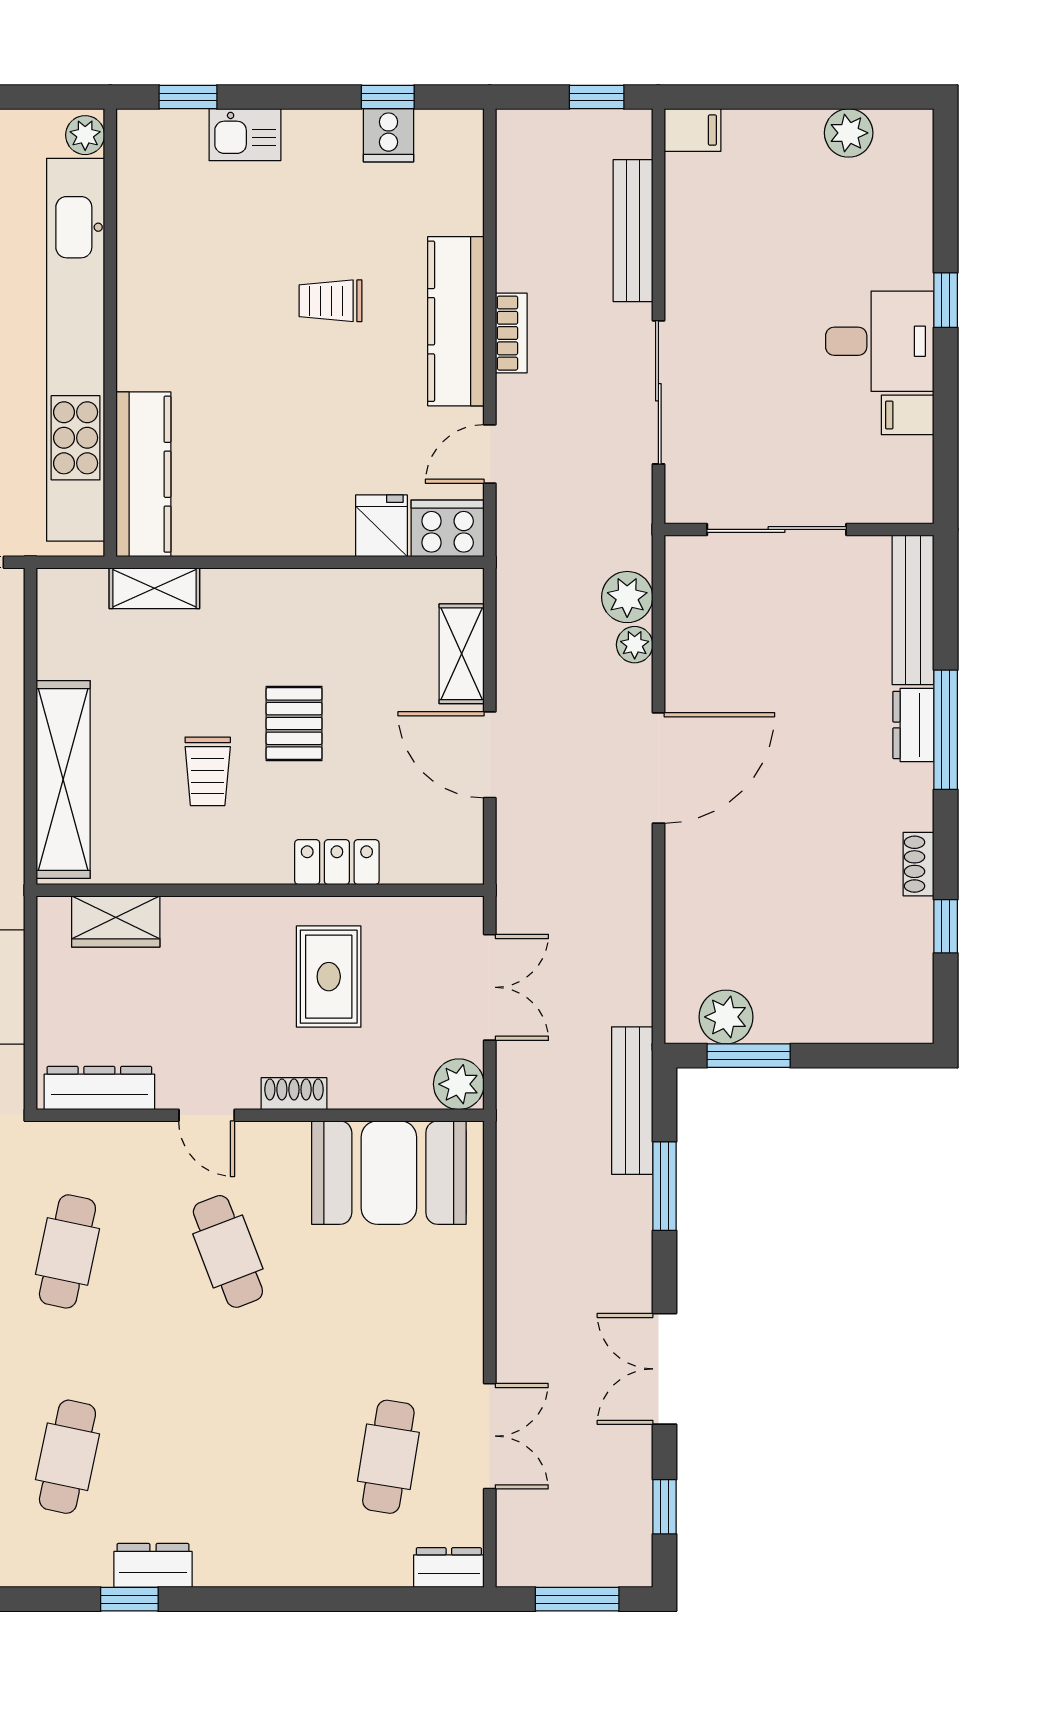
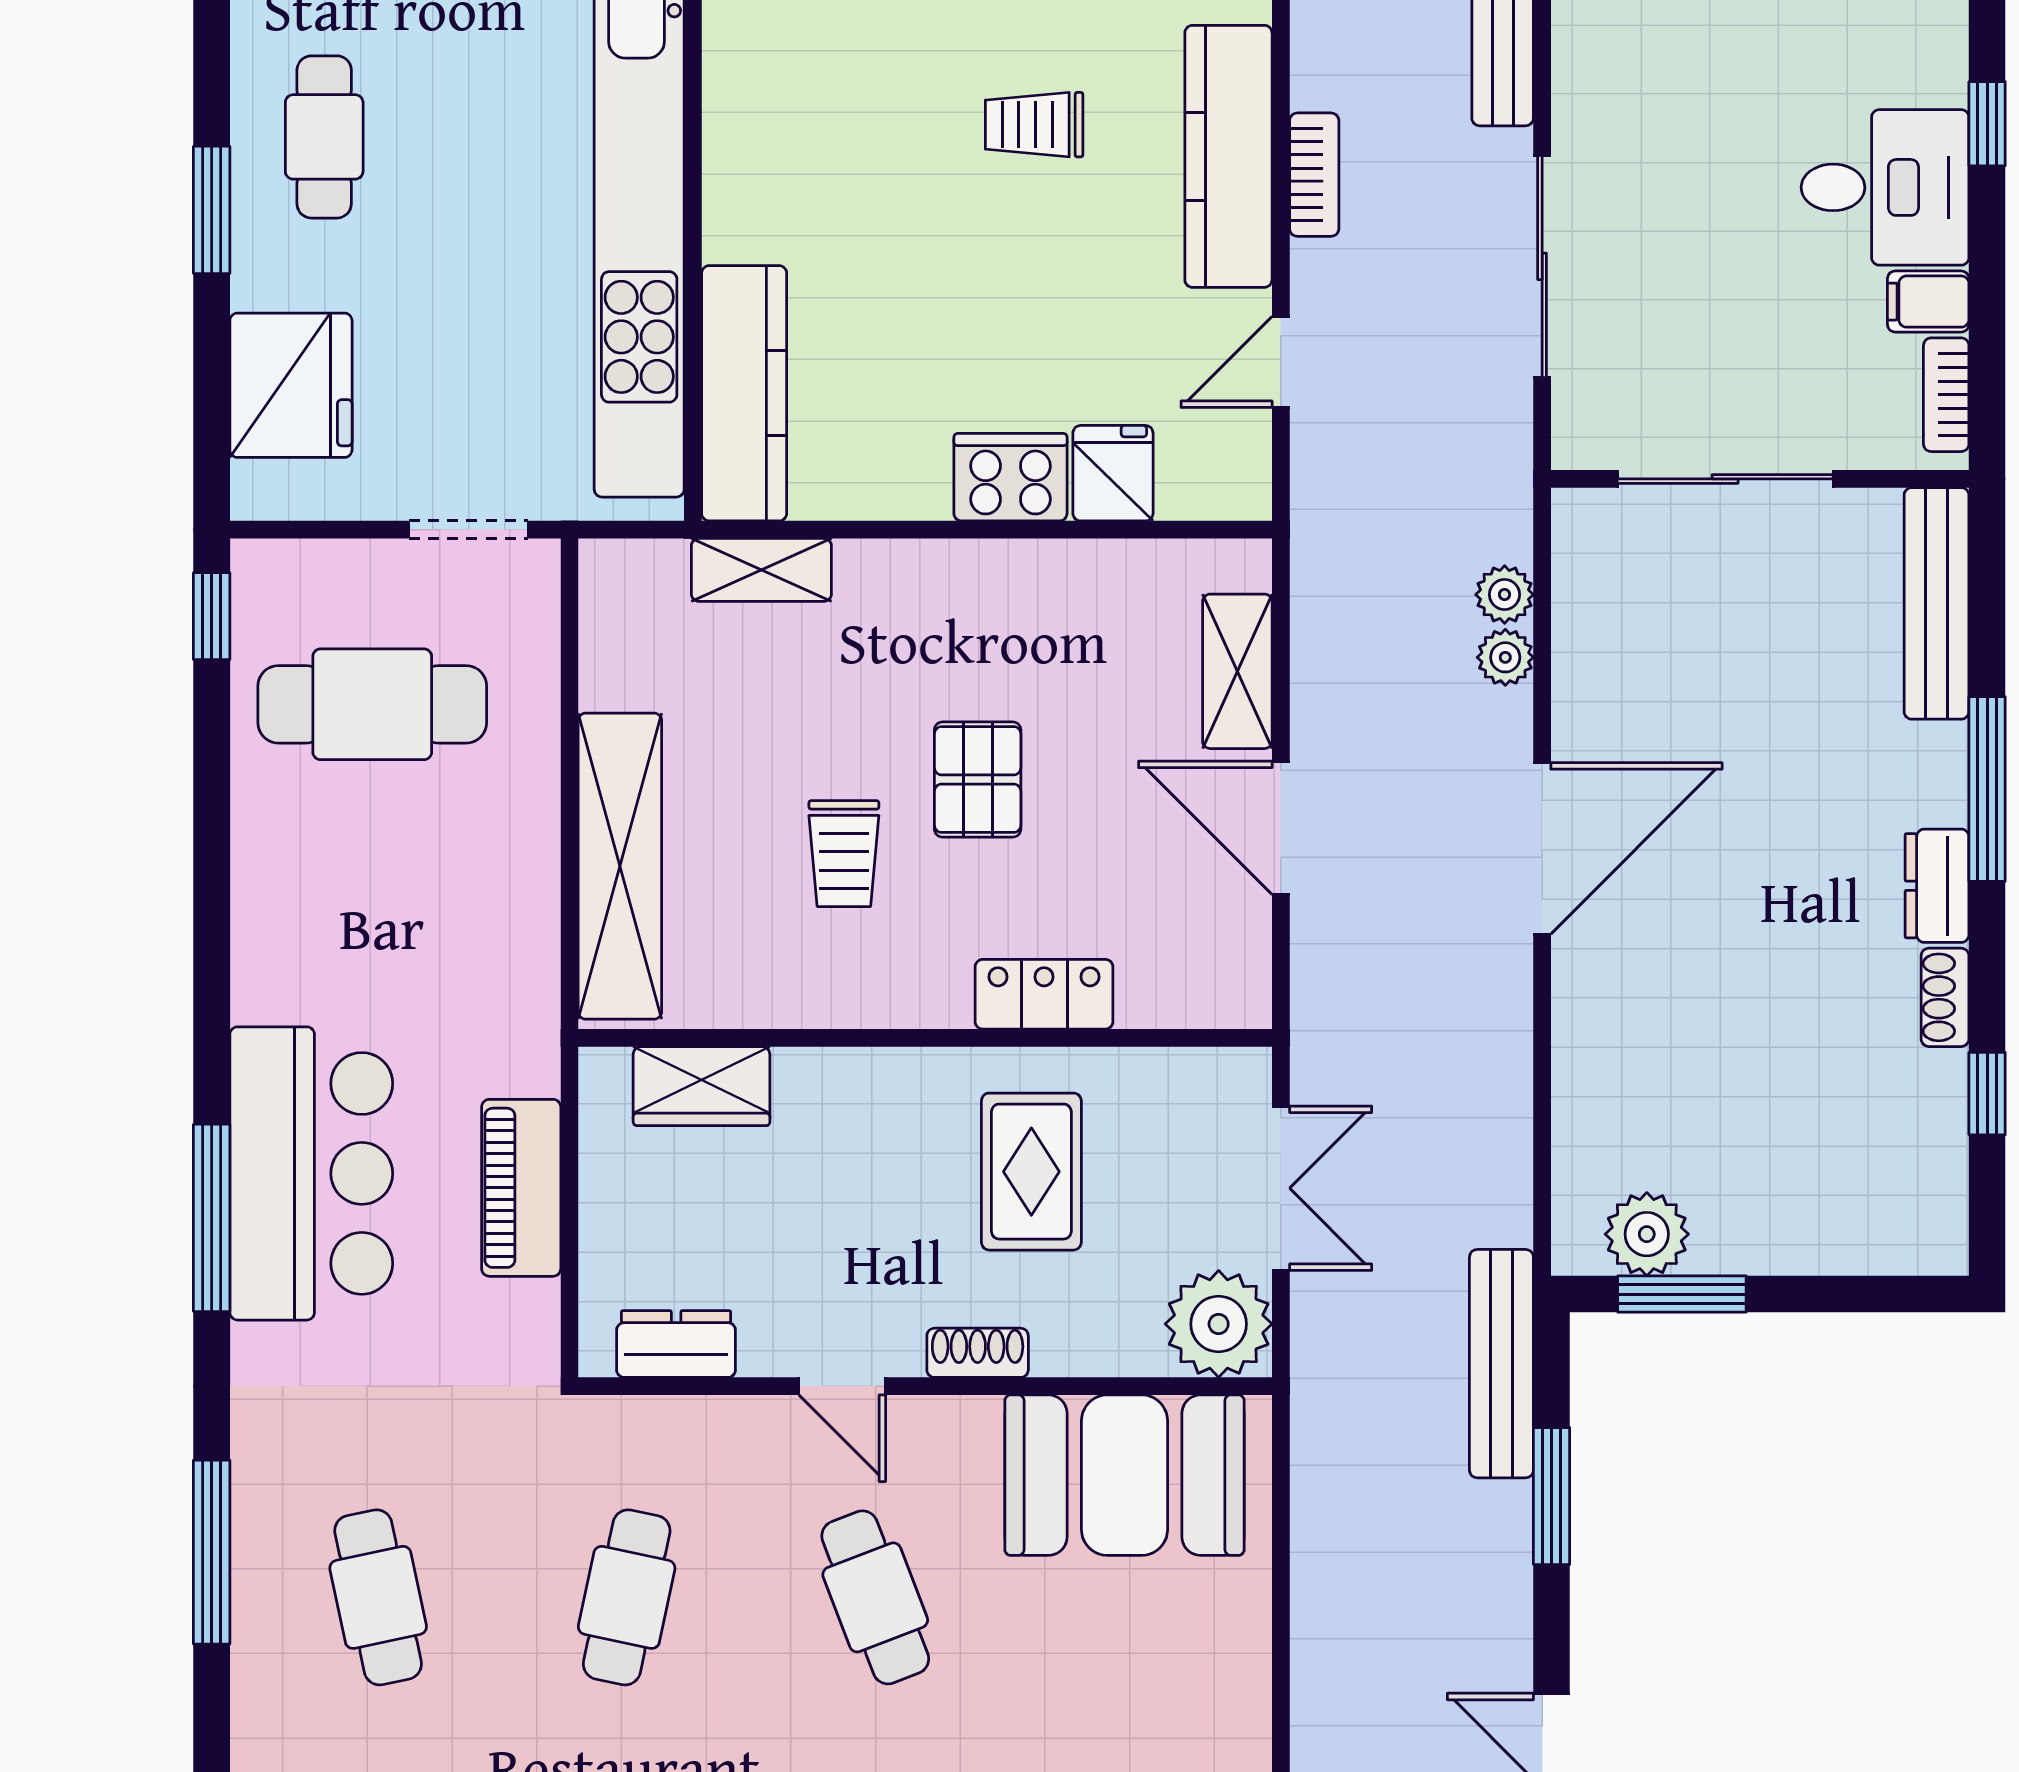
bookcase: (919, 475) -> (1946, 395), added
cooker: (448, 528) -> (1010, 477), moved
plant: (627, 597) -> (1505, 595), width x0.73, depth x0.73
dresser: (913, 725) -> (1937, 886), moved
plant: (459, 1084) -> (1219, 1324), width x1.36, depth x1.36
dresser: (99, 1088) -> (676, 1344), width x0.70

